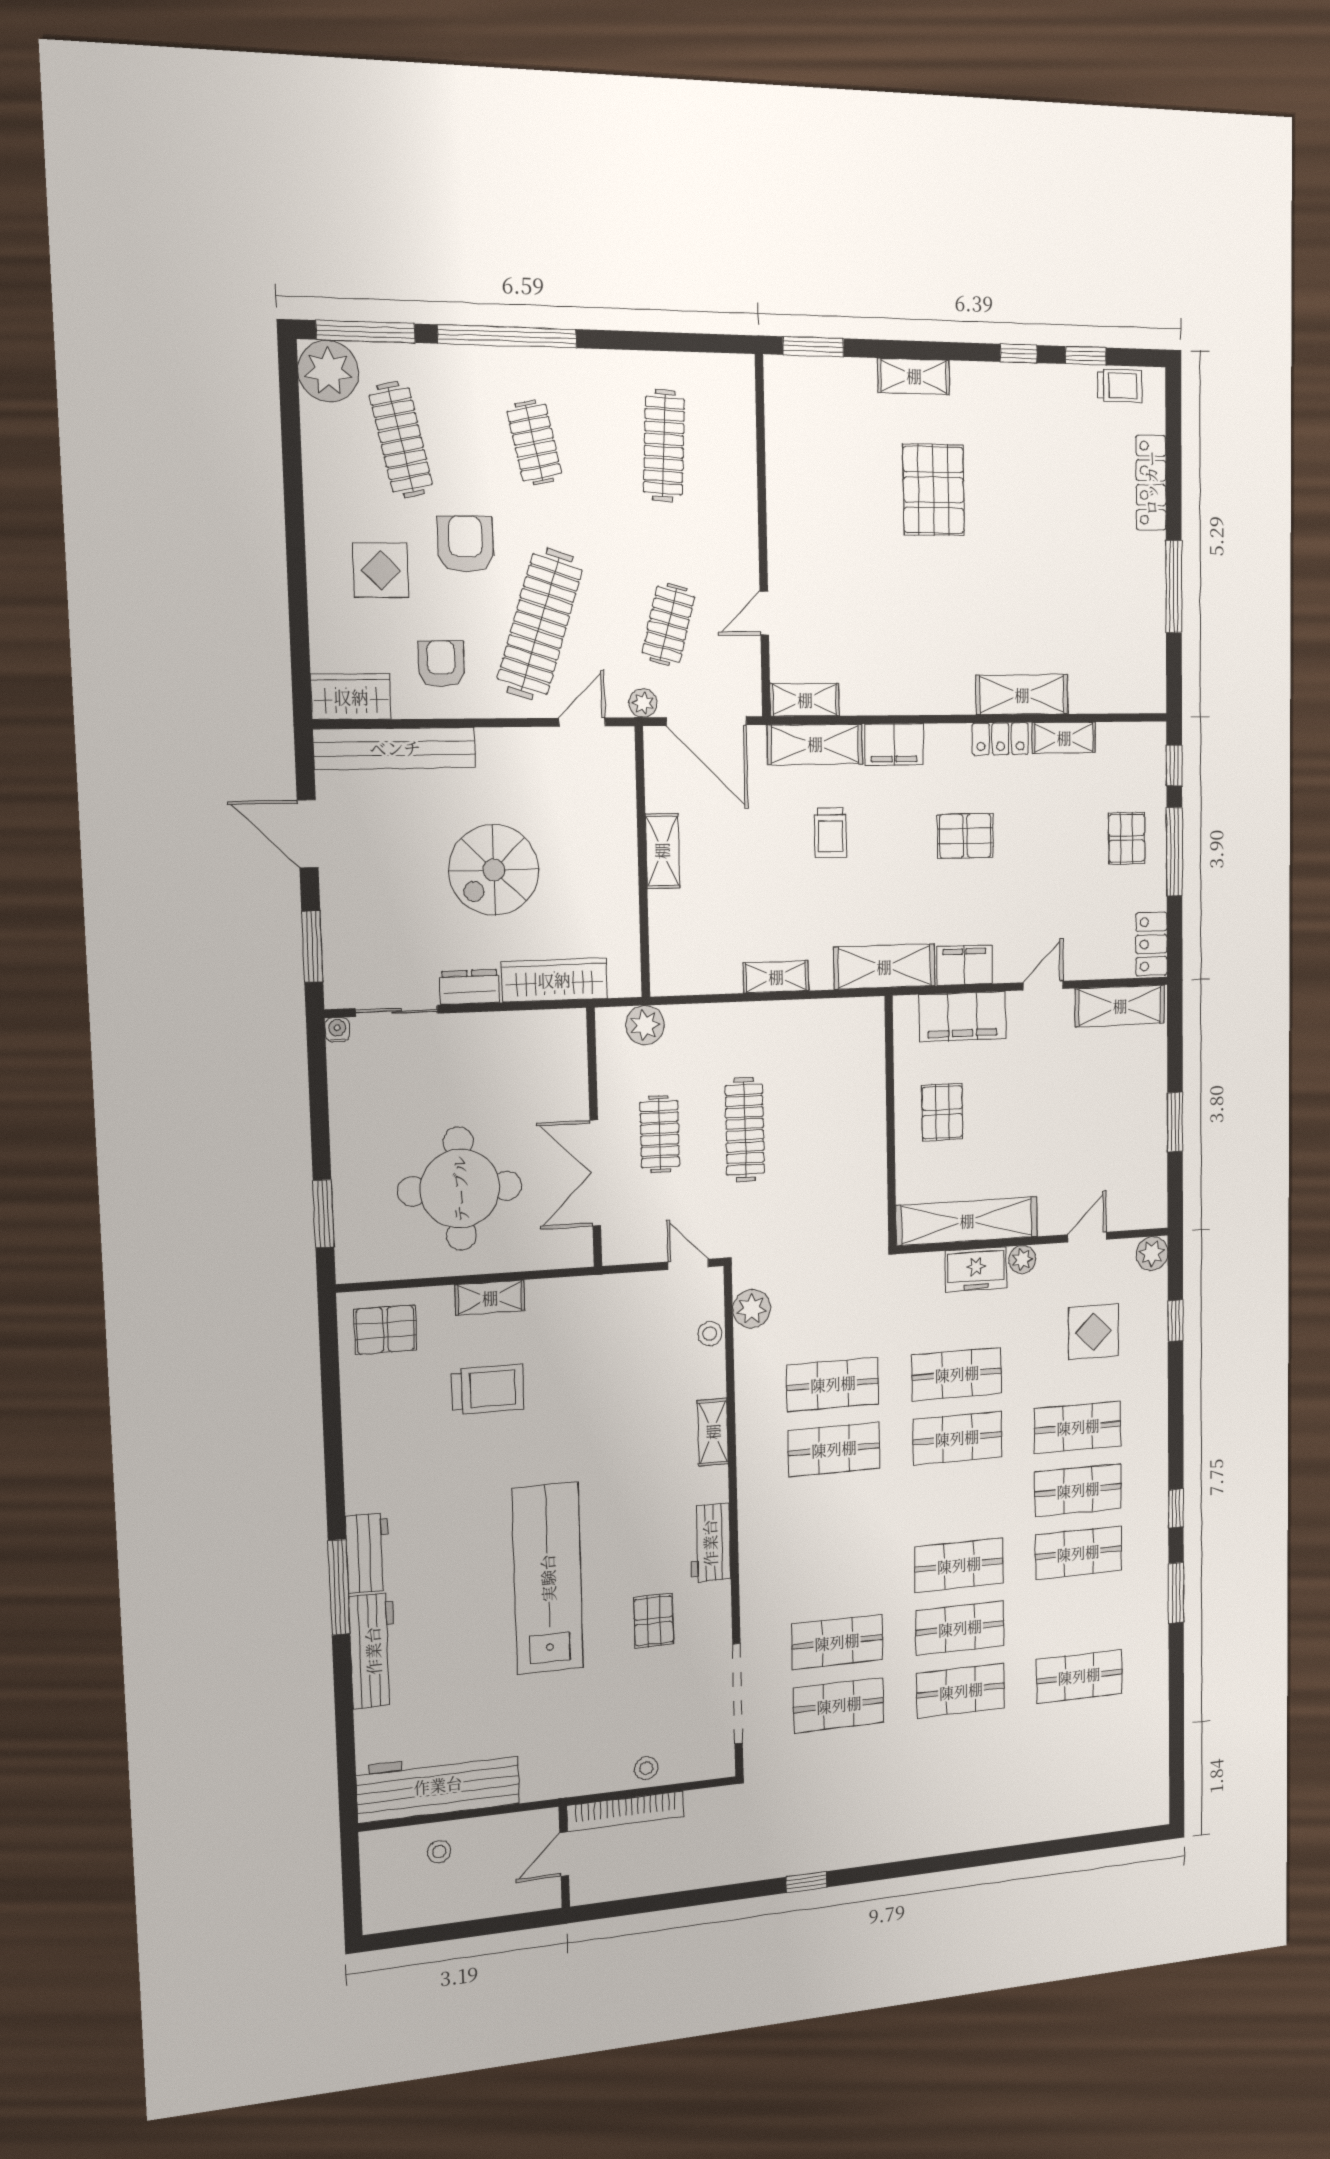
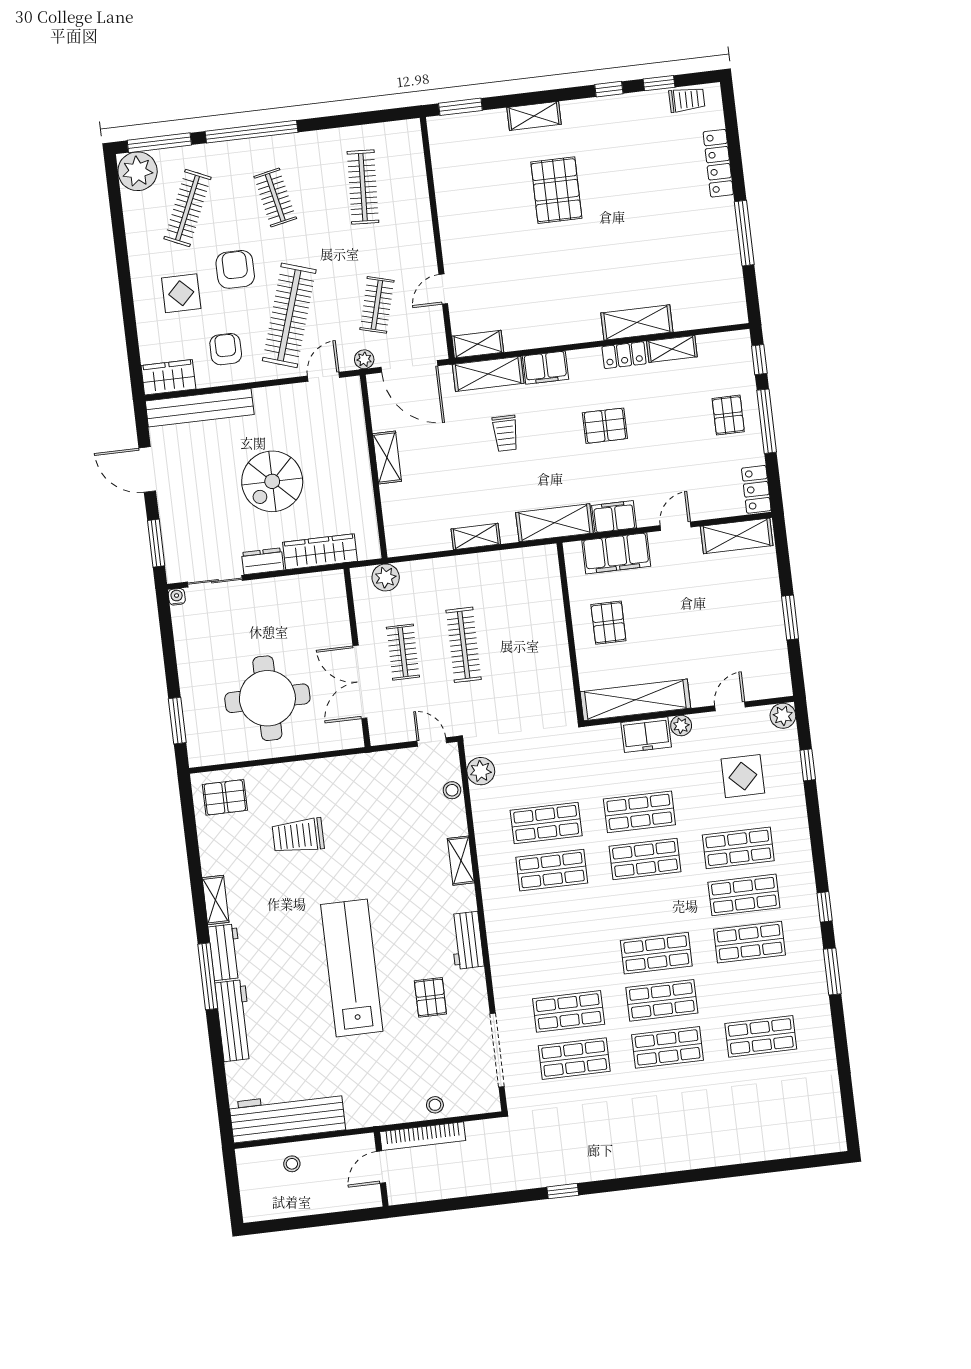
clothes rail: (401, 440) -> (188, 208), turned 36
shelving: (490, 1298) -> (216, 900), moved, turned 90
trolley: (488, 1389) -> (298, 836), turned 180

